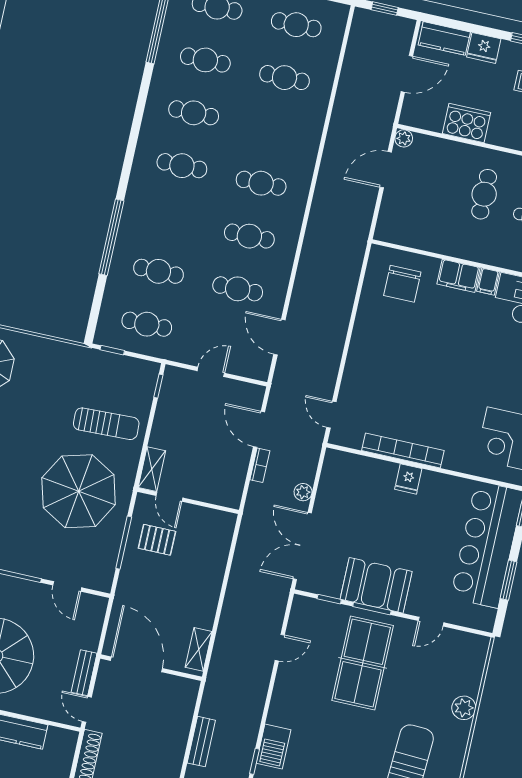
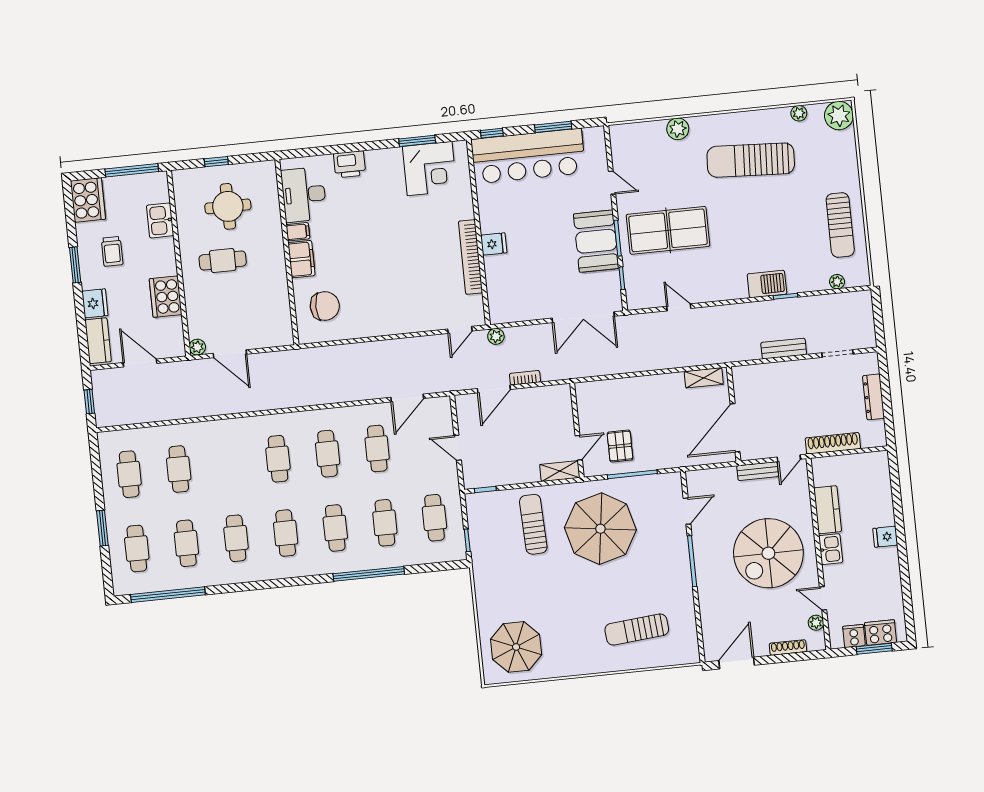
cafe table: (170, 218) -> (335, 528), added
plant: (303, 492) -> (496, 336), moved

